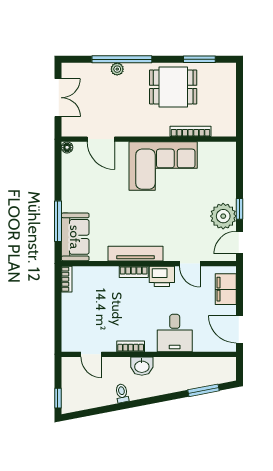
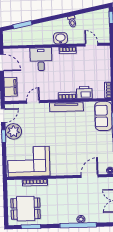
dining table: (173, 87) -> (26, 209), moved
door: (101, 139) -> (90, 176), hinge flipped
corner sofa: (163, 166) -> (29, 162), moved
door: (190, 264) -> (33, 102), hinge flipped
printer: (162, 276) -> (84, 92), moved

